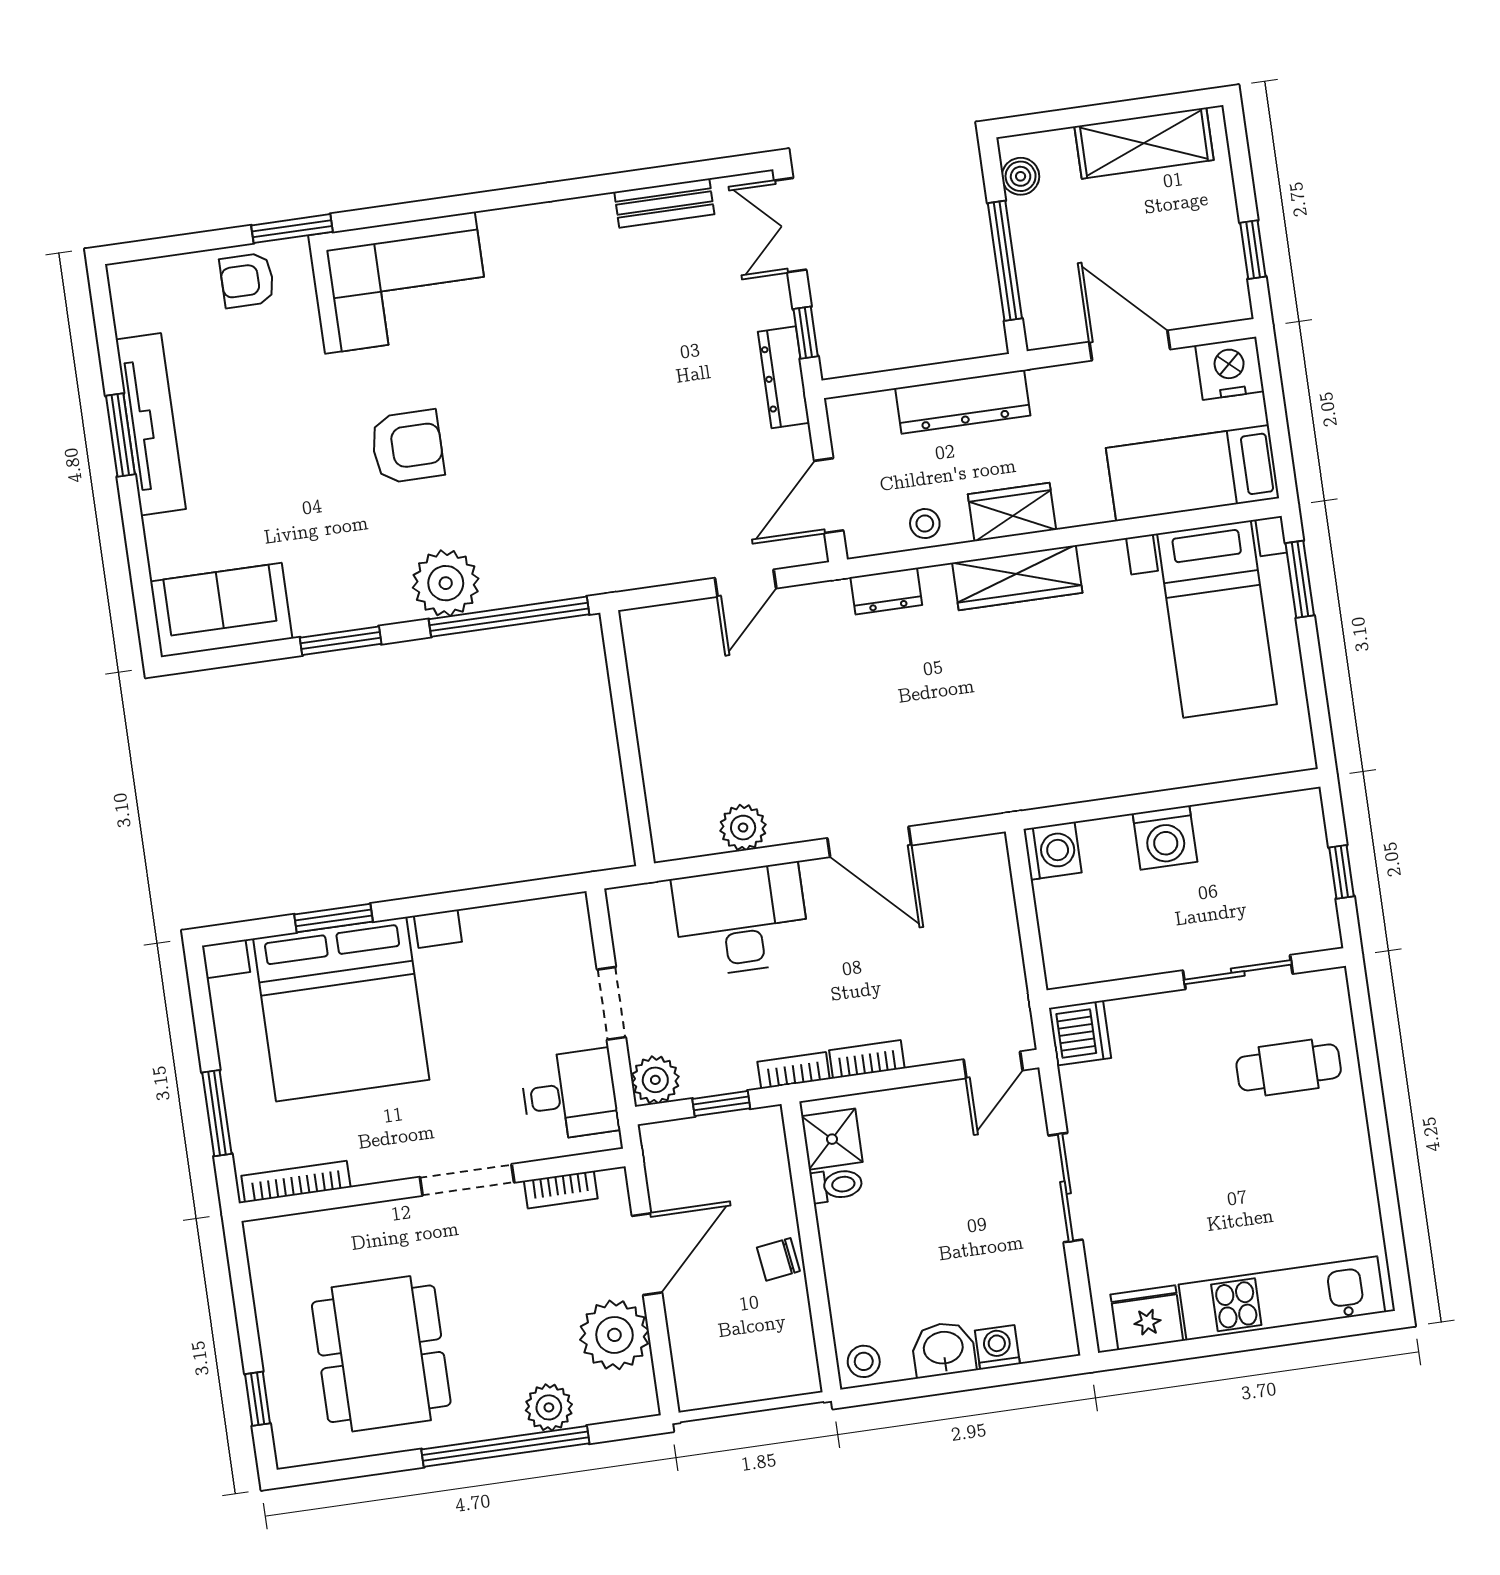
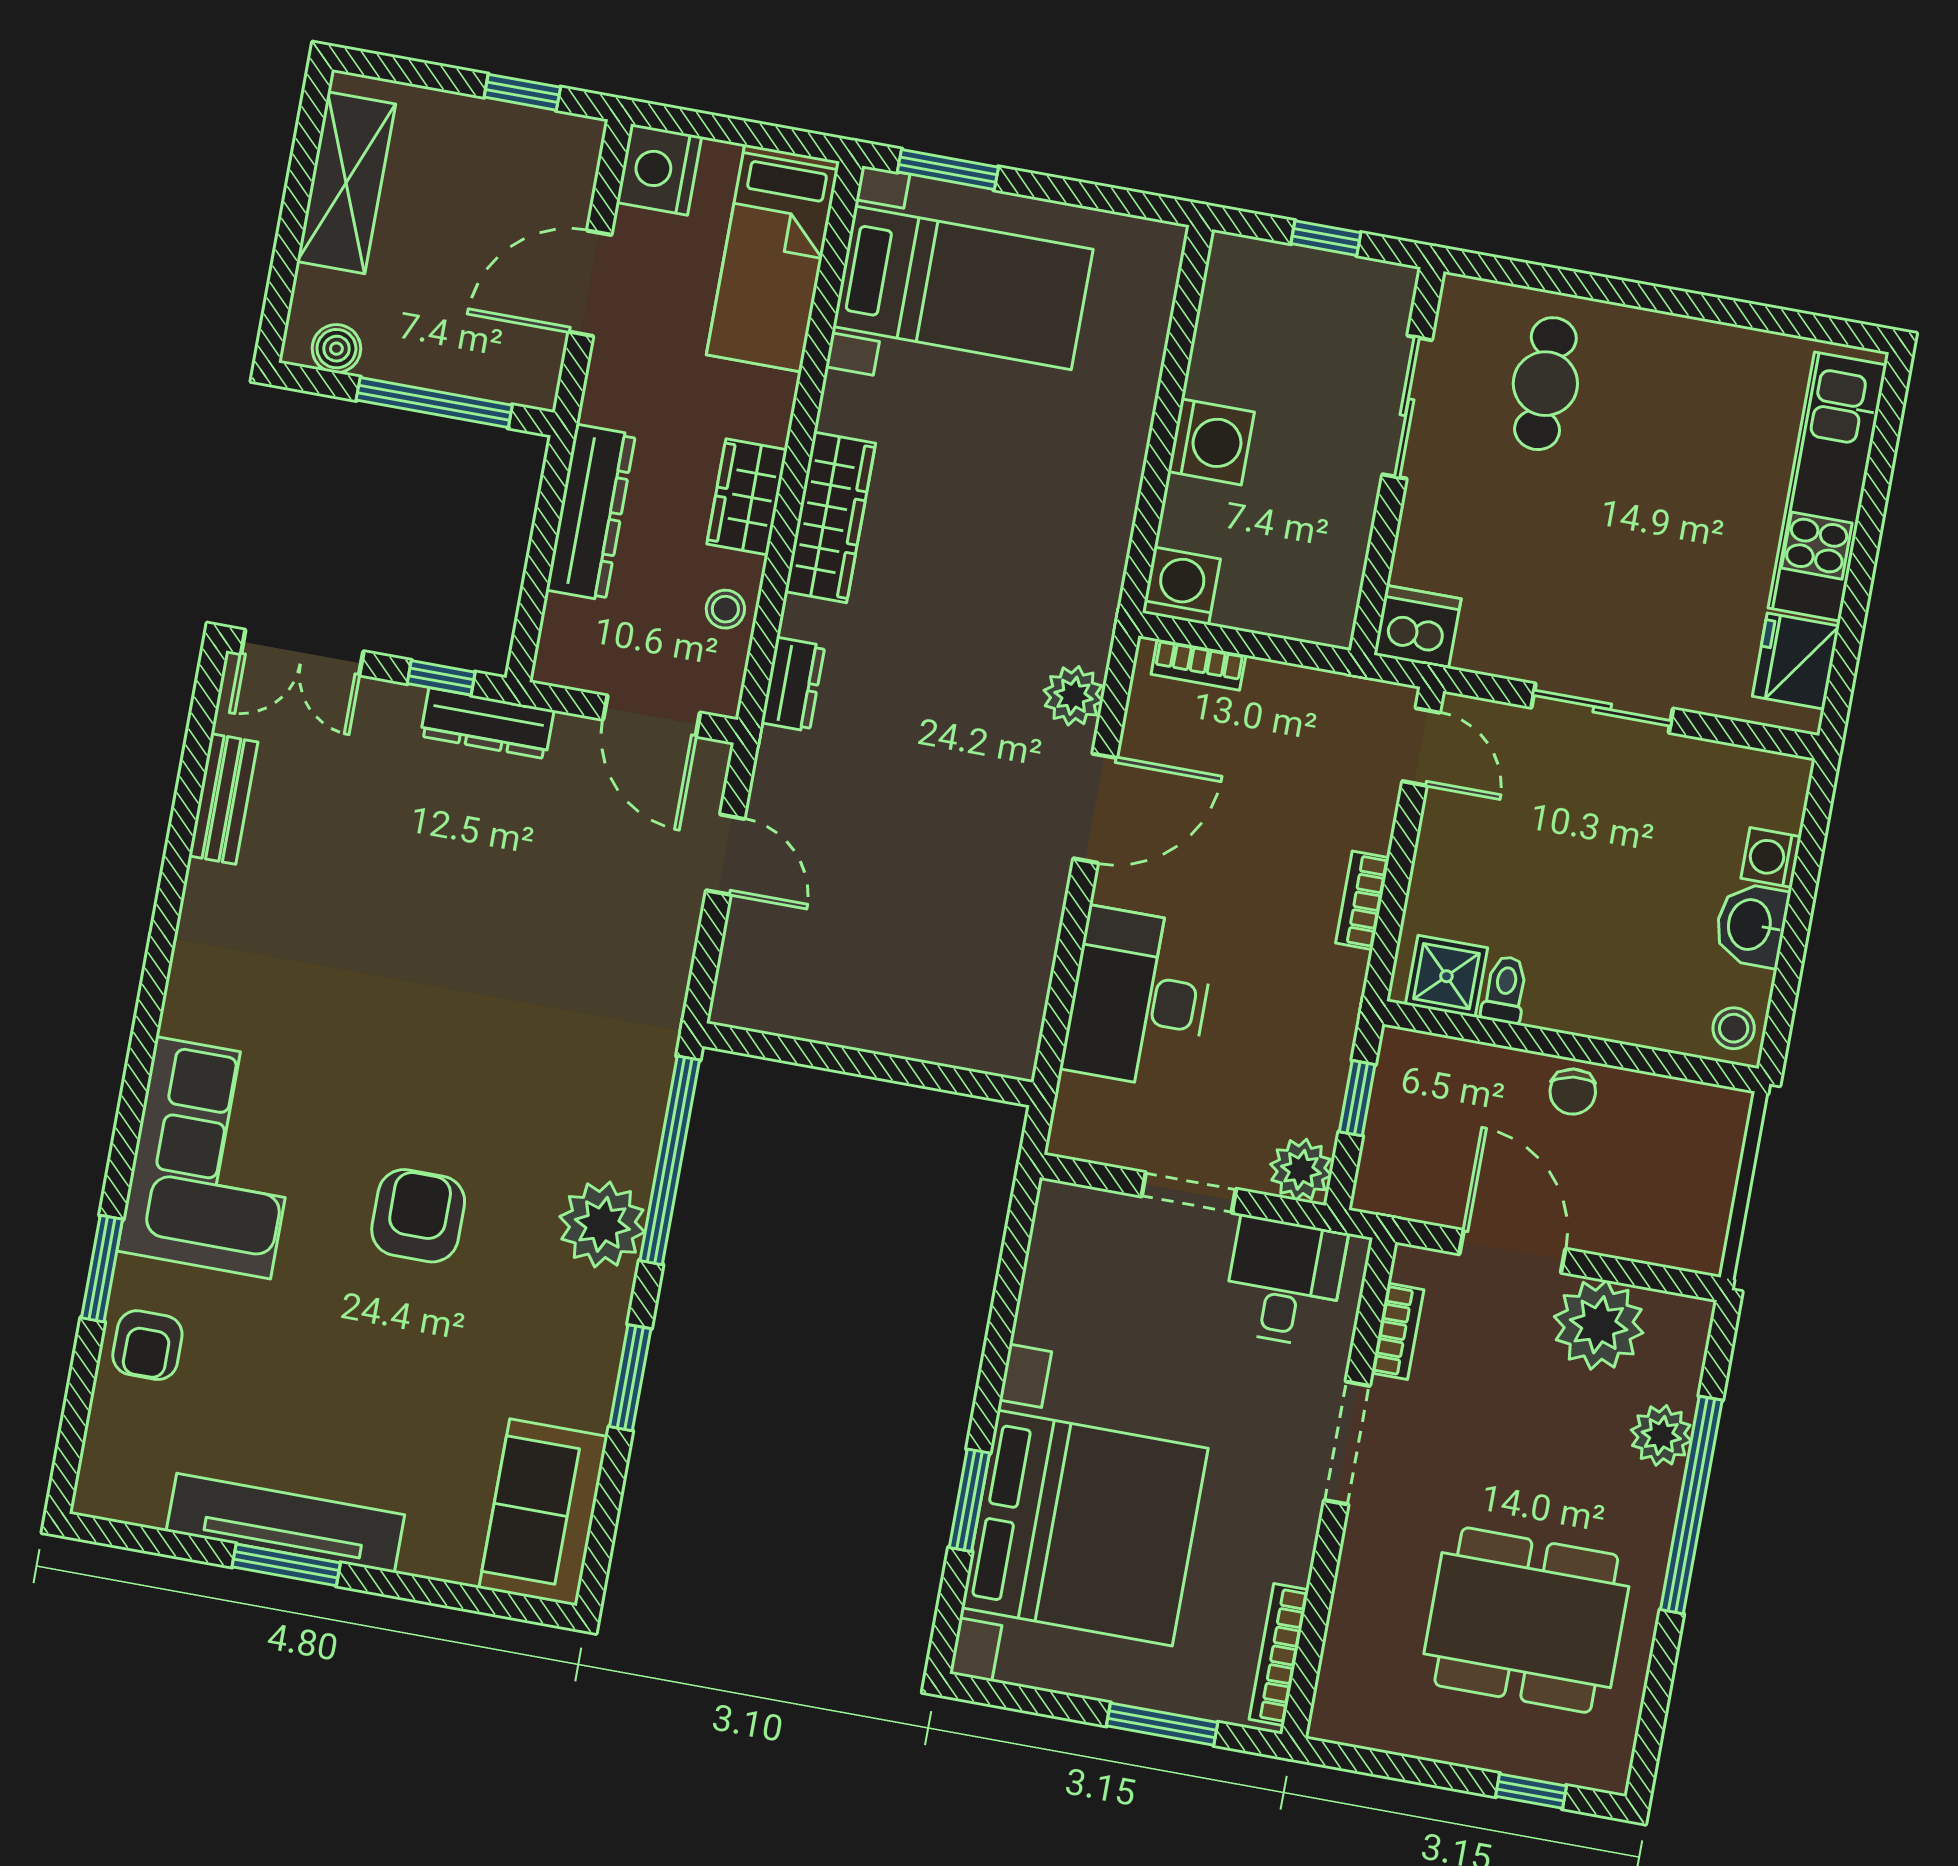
plant: (743, 828) -> (1073, 696), moved
bookcase: (794, 1070) -> (1198, 665), moved, turned -90

